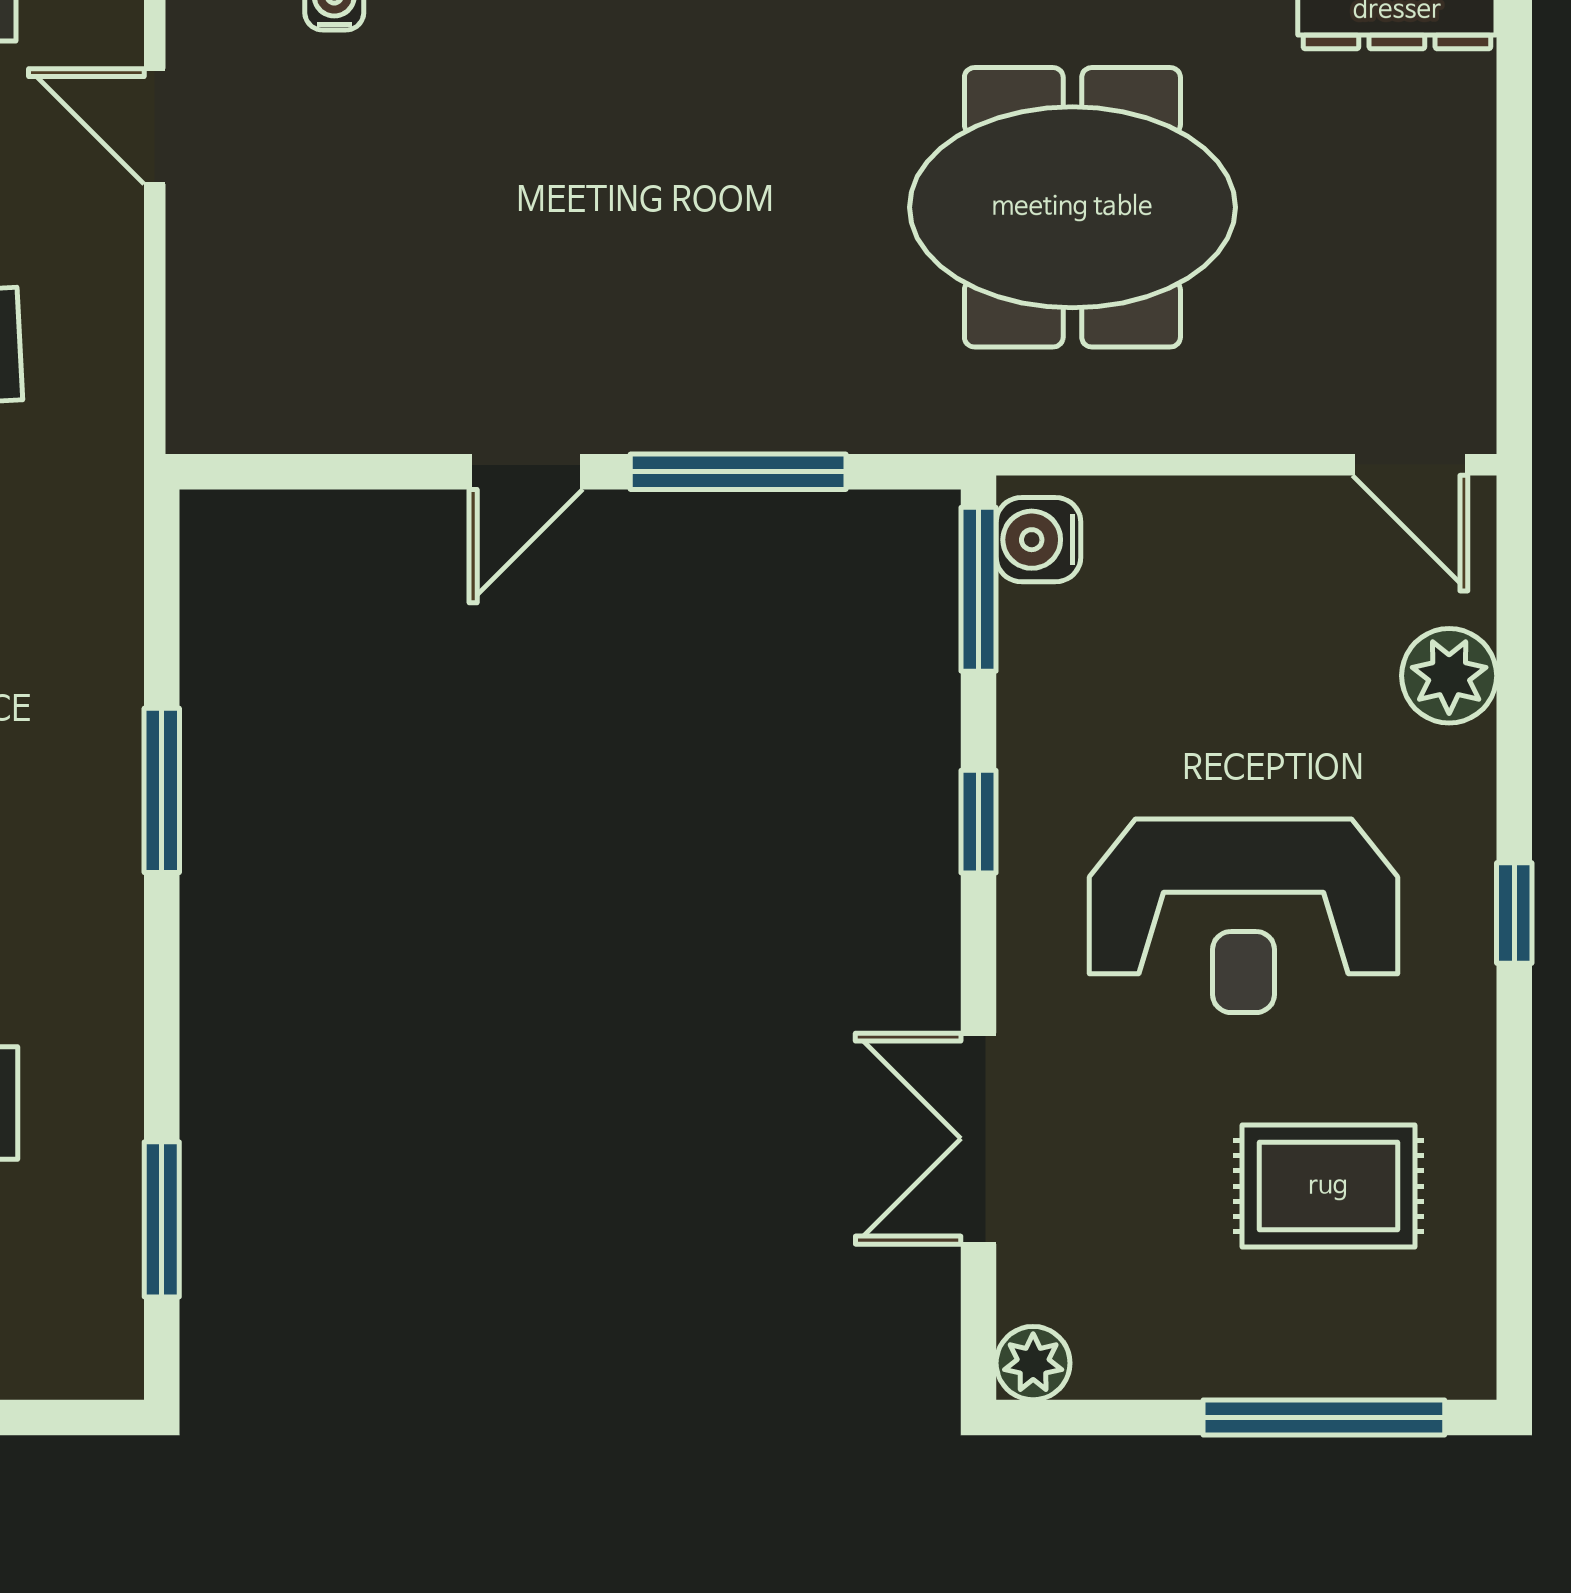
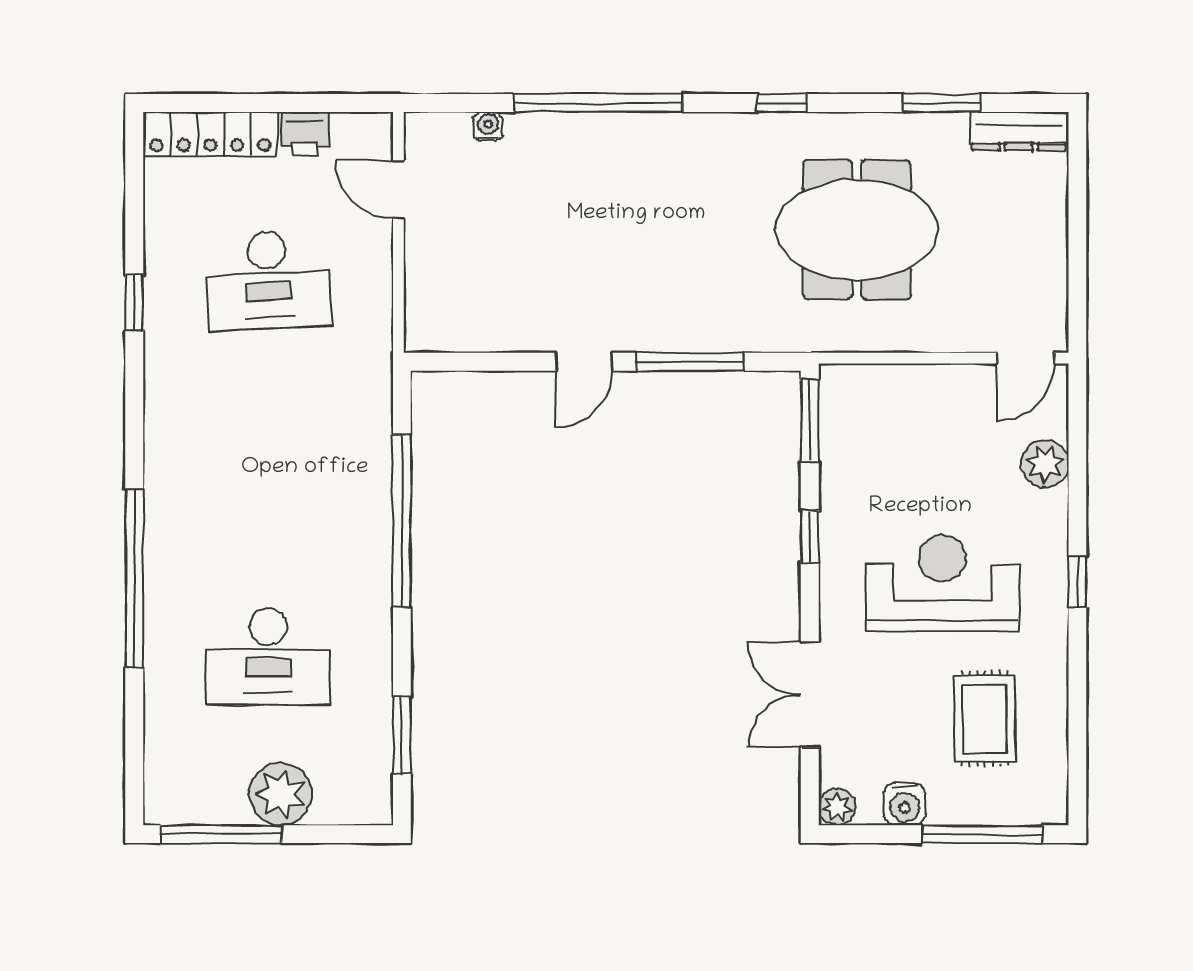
door: (1410, 465) -> (1025, 358), hinge flipped
water cooler: (1038, 540) -> (905, 804), moved, turned -90
window: (162, 790) -> (402, 521), width x2.11
reception desk: (1243, 916) -> (942, 583), turned 180
rug: (1328, 1186) -> (985, 718), turned 90

